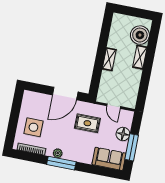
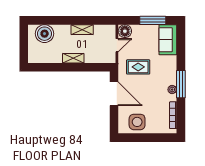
shelving: (140, 57) -> (82, 30), moved
rug: (87, 123) -> (138, 67), turned 90
side table: (33, 127) -> (137, 122), moved
floor lamp: (123, 134) -> (125, 31), moved

